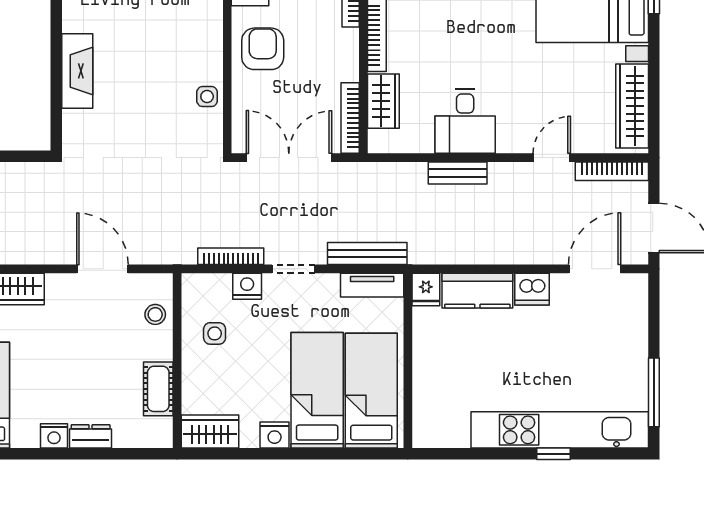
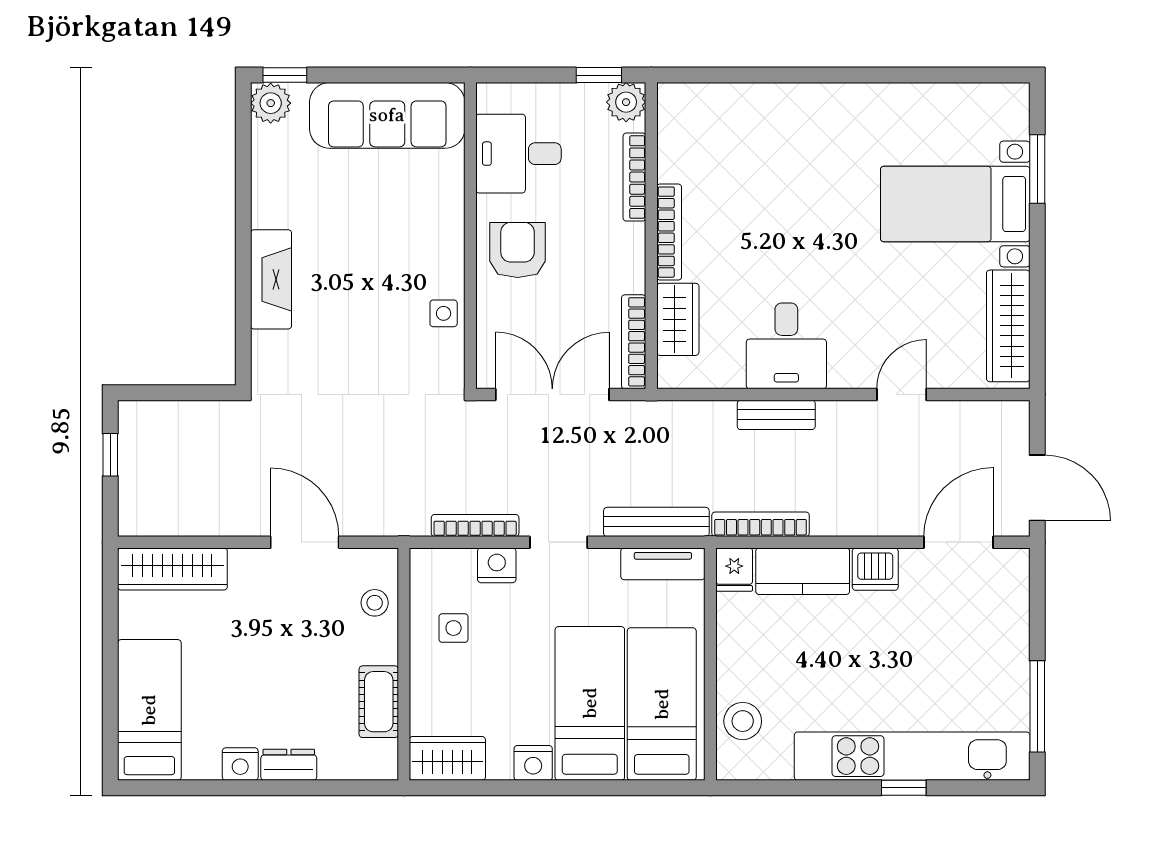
bookcase: (612, 171) -> (761, 524), moved, turned 180
stool: (432, 403) -> (743, 721), added

